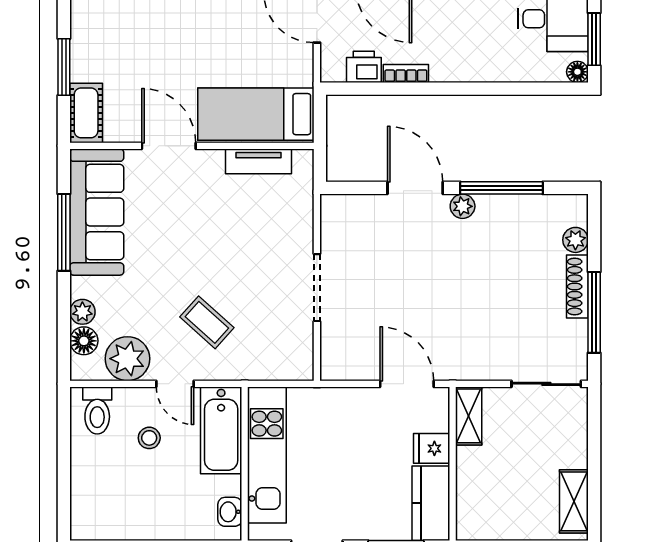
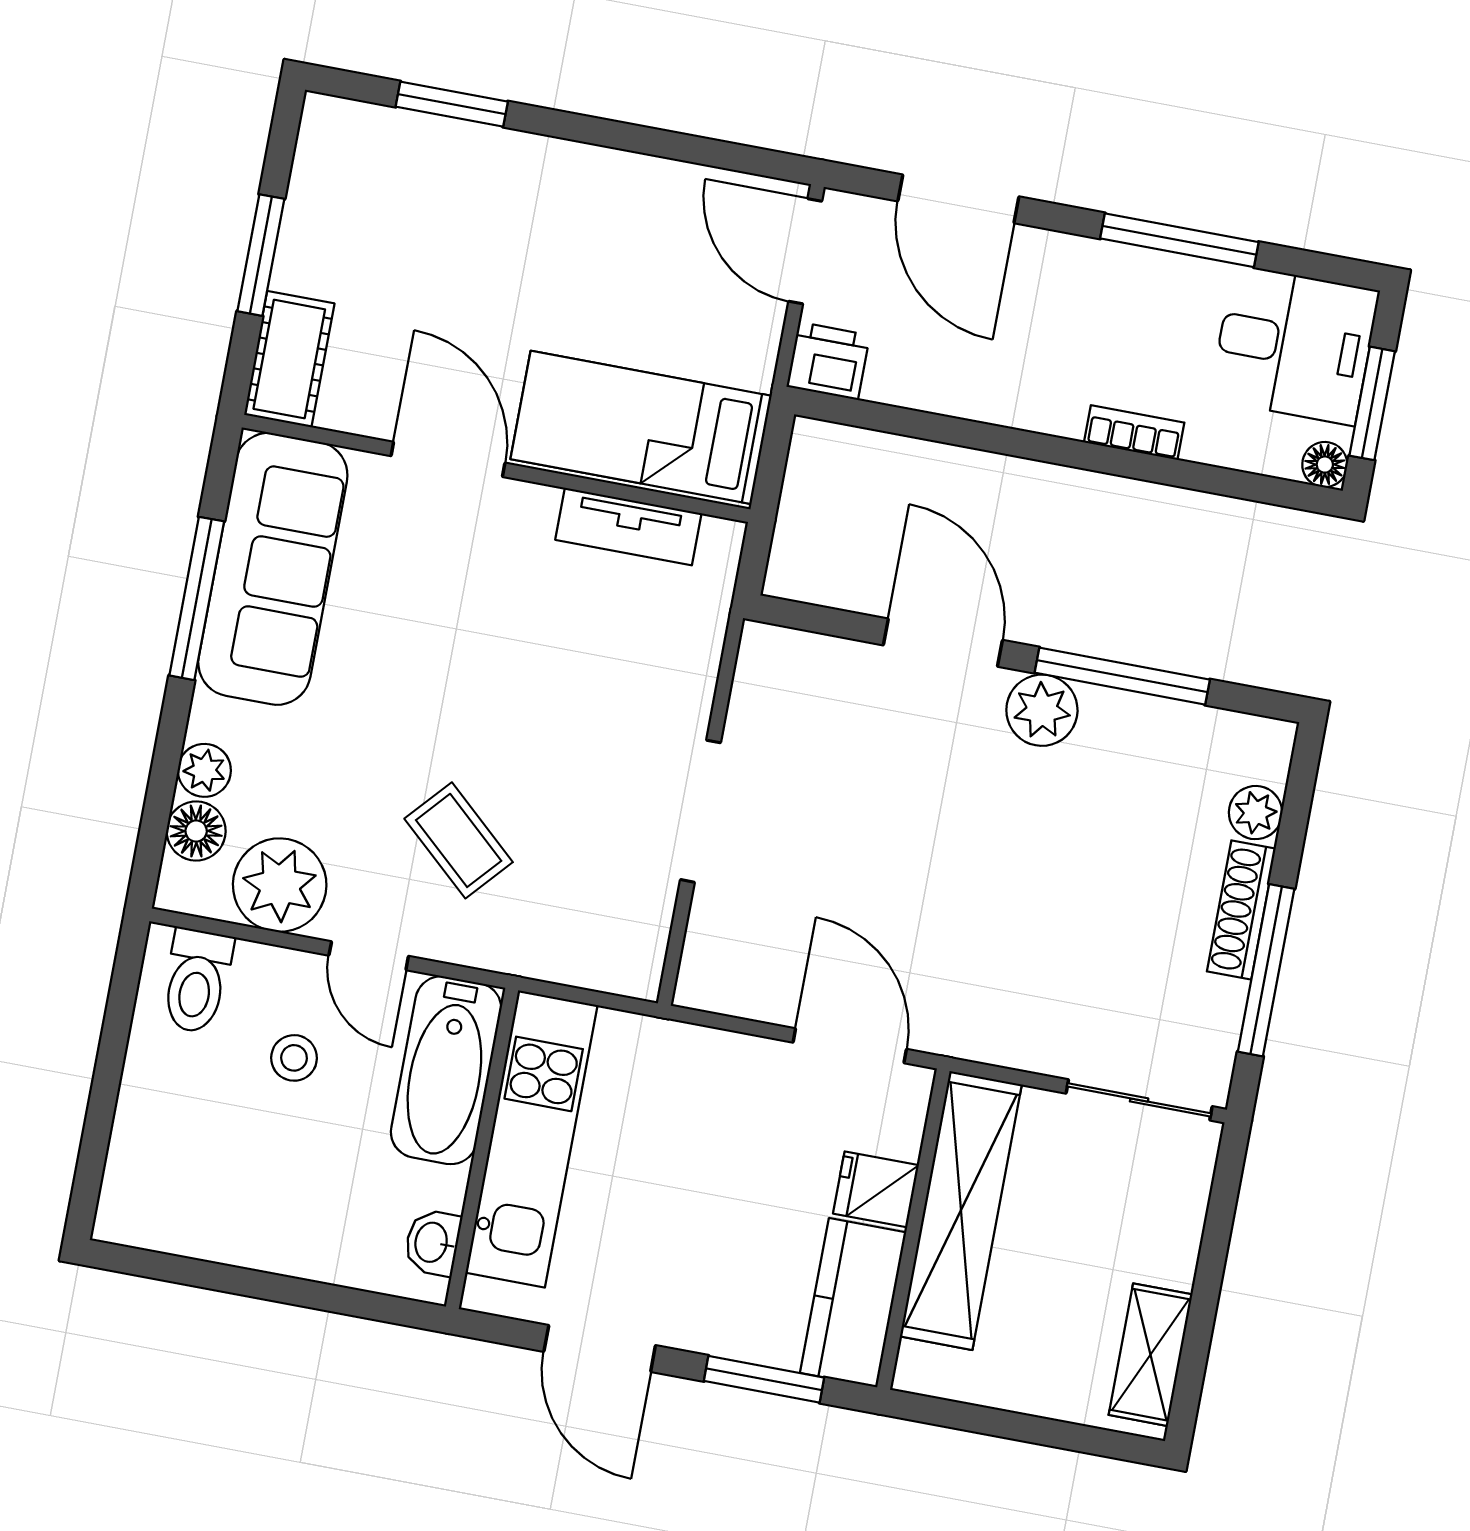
printer: (364, 67) -> (828, 361), moved
bookcase: (406, 73) -> (1134, 432), moved
plant: (463, 206) -> (1042, 710), width x1.38, depth x1.38
shelving: (469, 416) -> (961, 1210), width x2.20, depth x1.33

